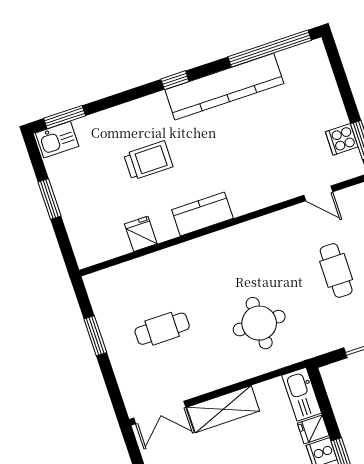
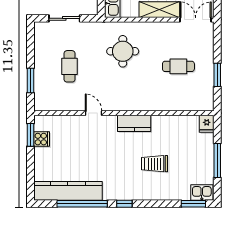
window: (270, 49) -> (82, 204), moved
kitchen counter: (224, 87) -> (68, 191), moved
door: (318, 193) -> (93, 113), moved
window: (50, 199) -> (217, 160), width x1.44
fridge: (141, 234) -> (207, 124), moved

